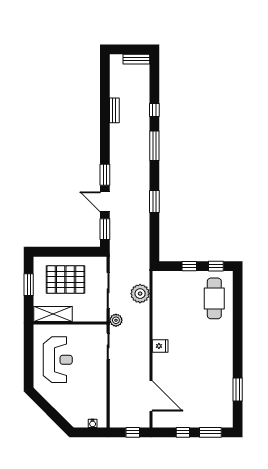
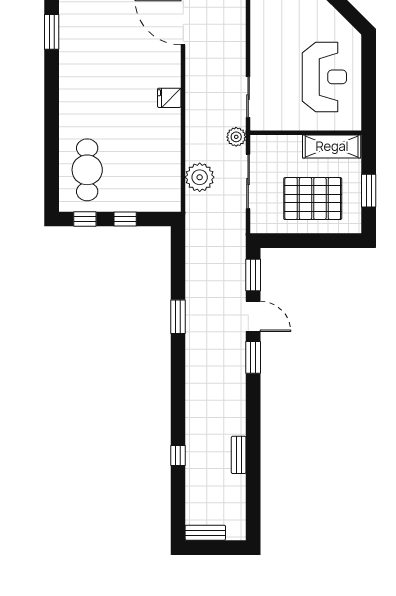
window: (154, 146) -> (178, 401), removed
reception desk: (58, 360) -> (324, 77), turned 180

